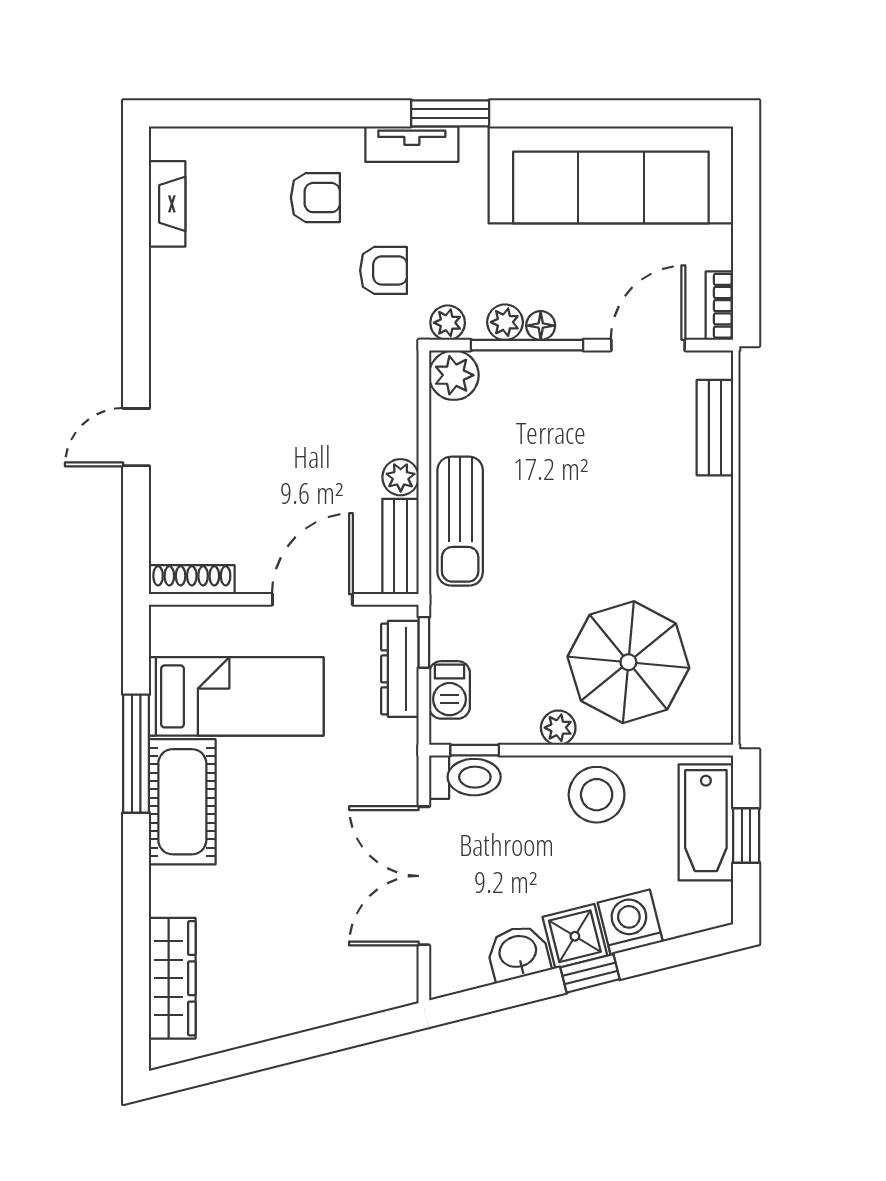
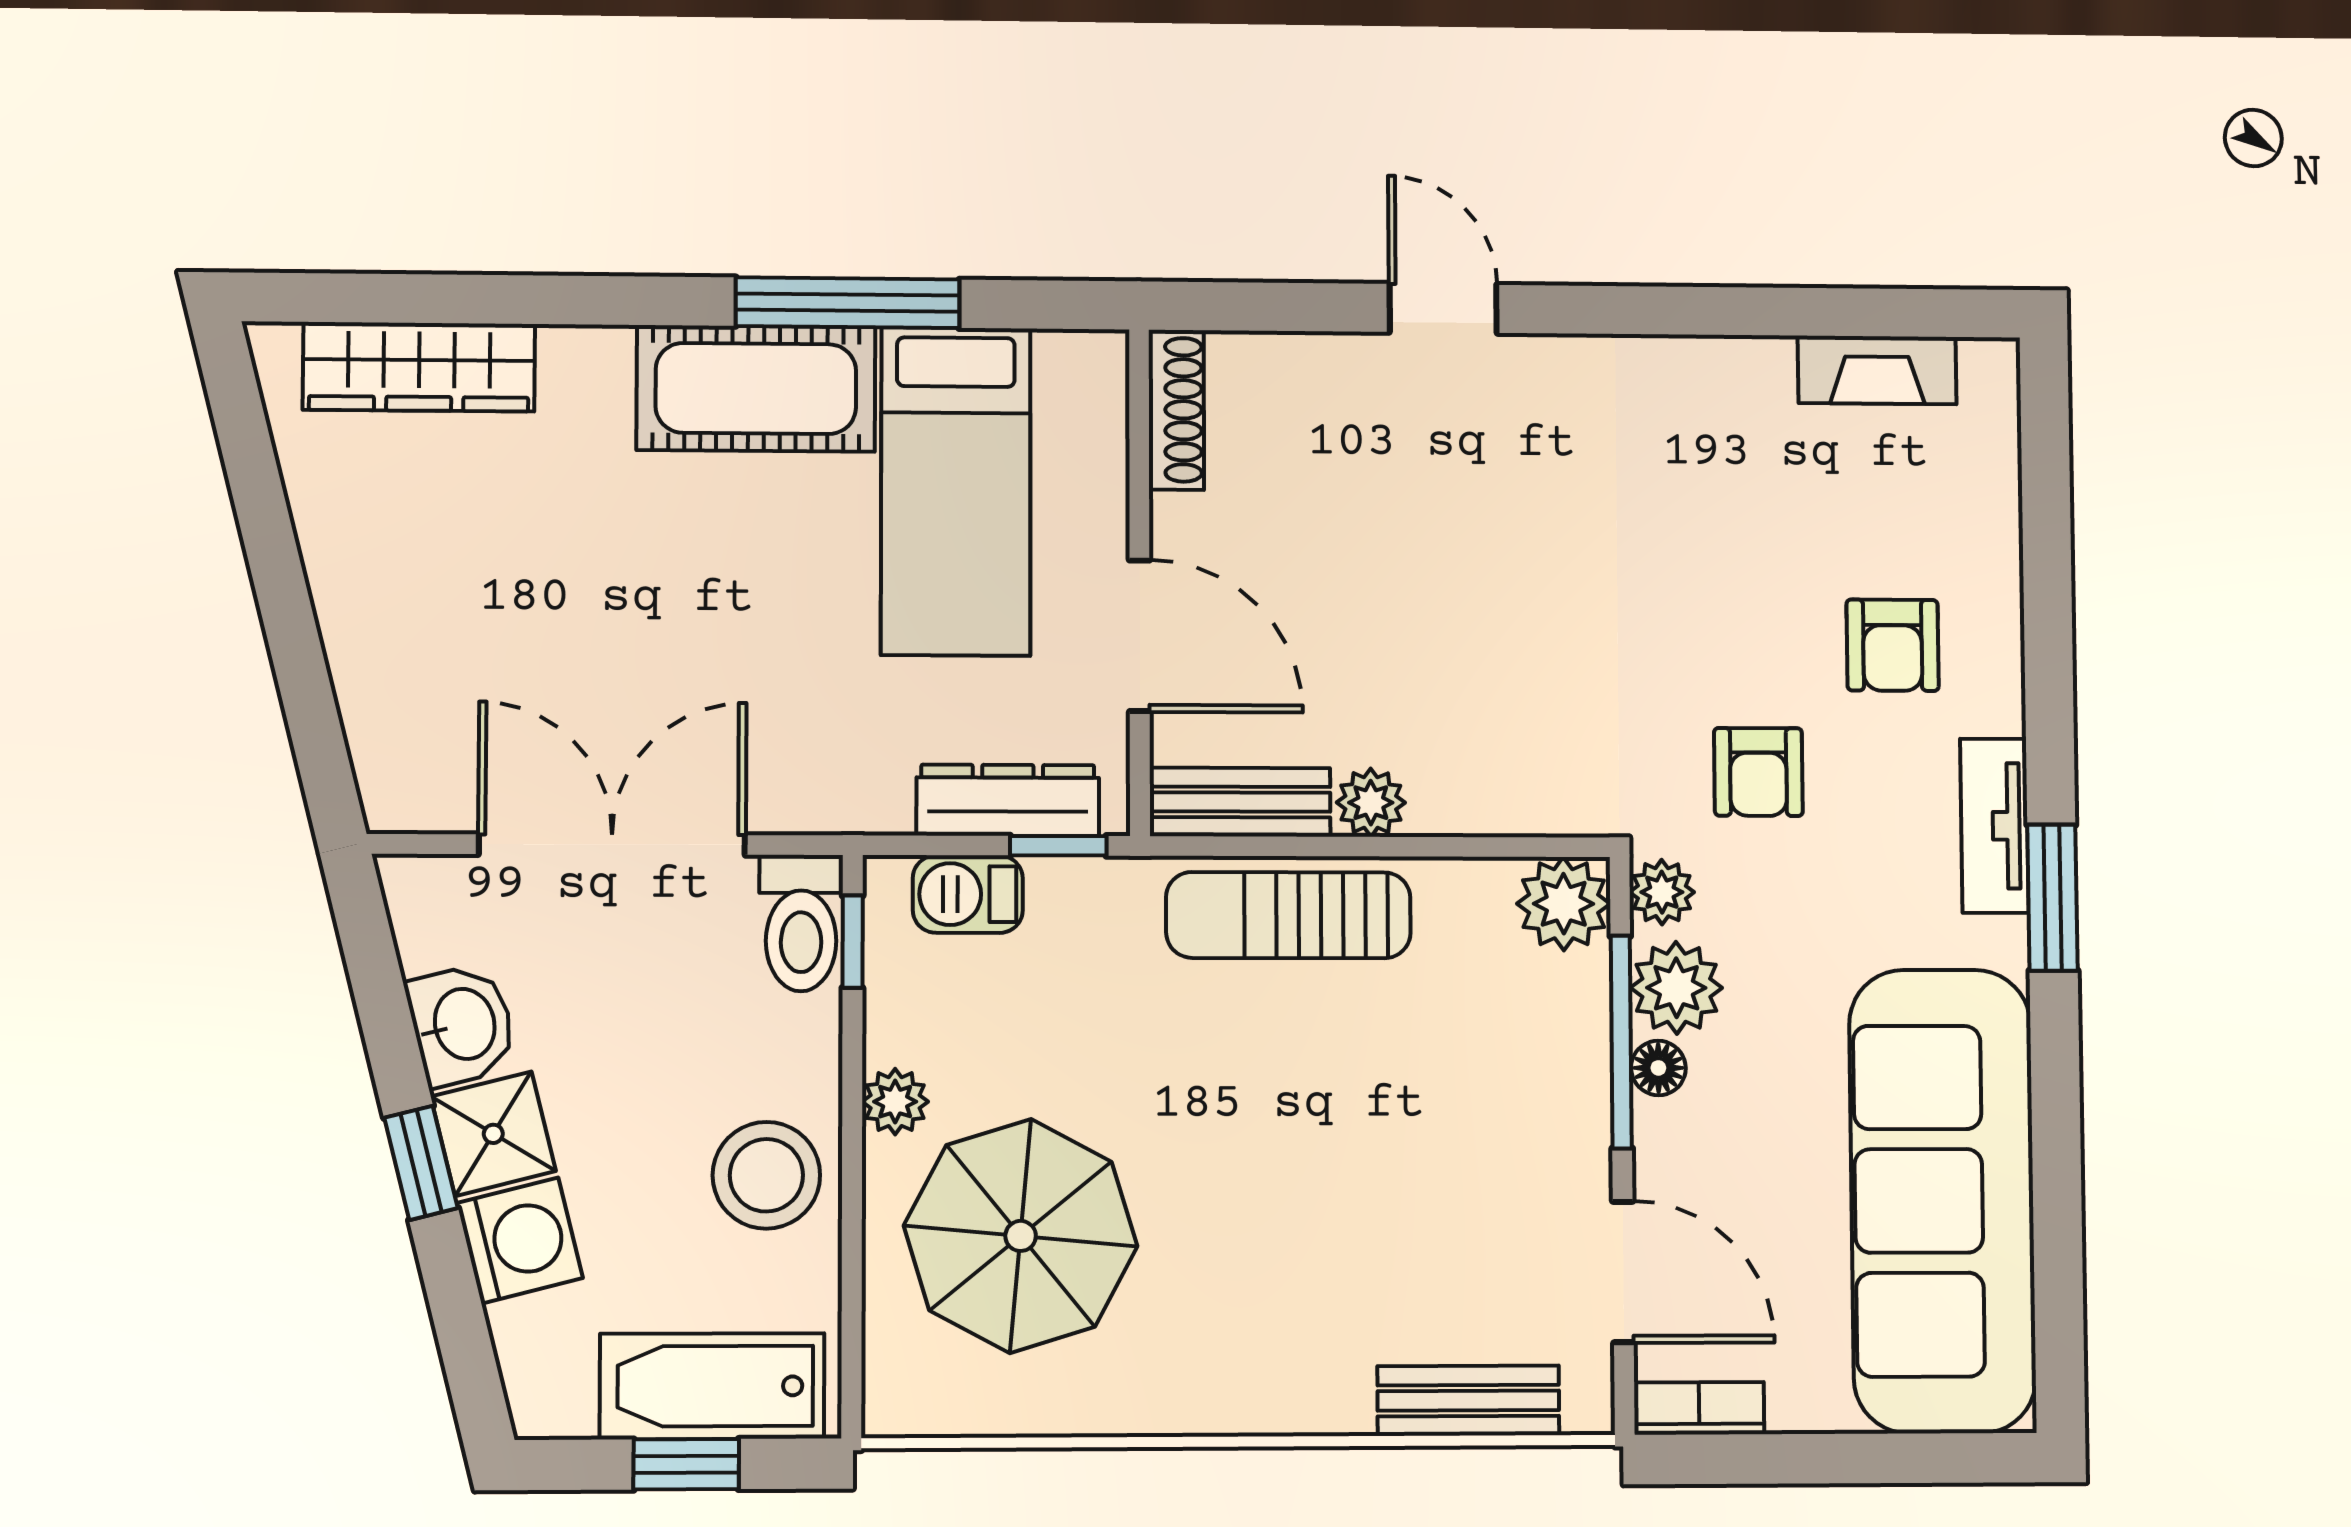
plant: (505, 322) -> (1676, 988), width x1.38, depth x1.38

